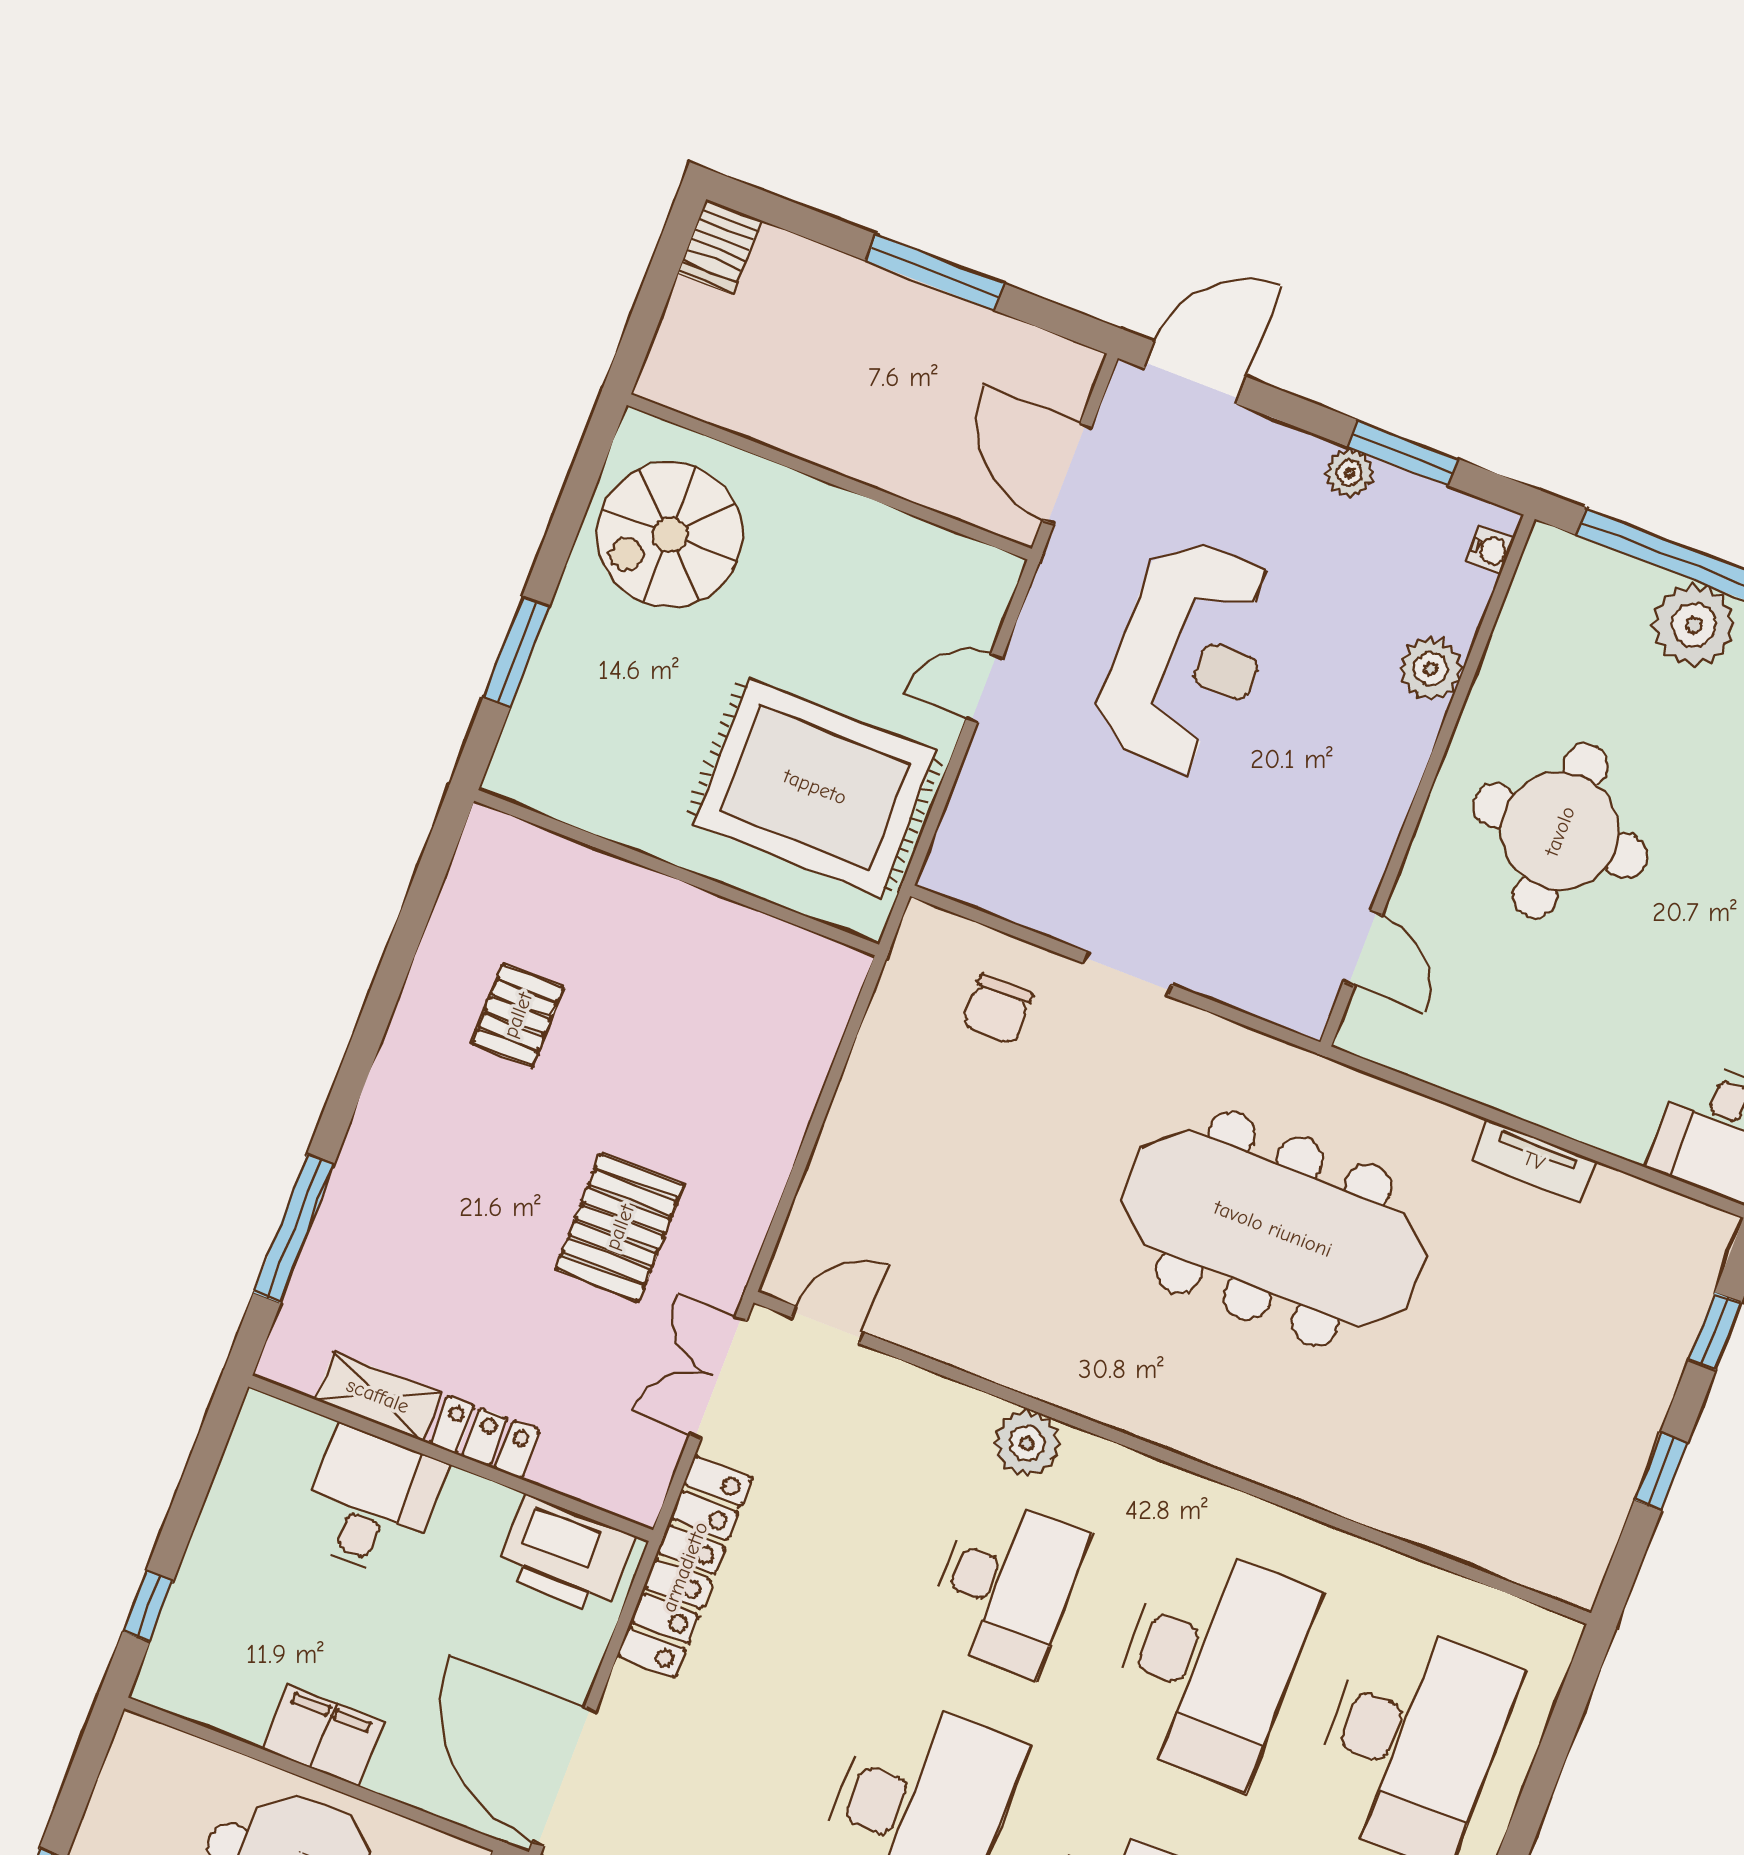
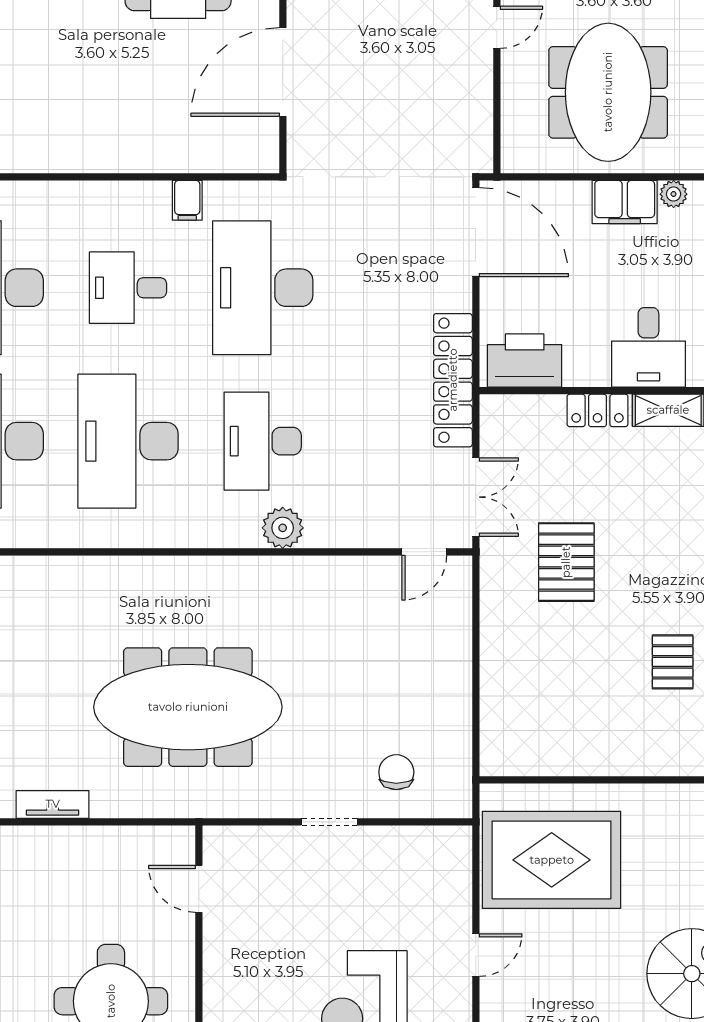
plant: (244, 1719) -> (674, 194), added

